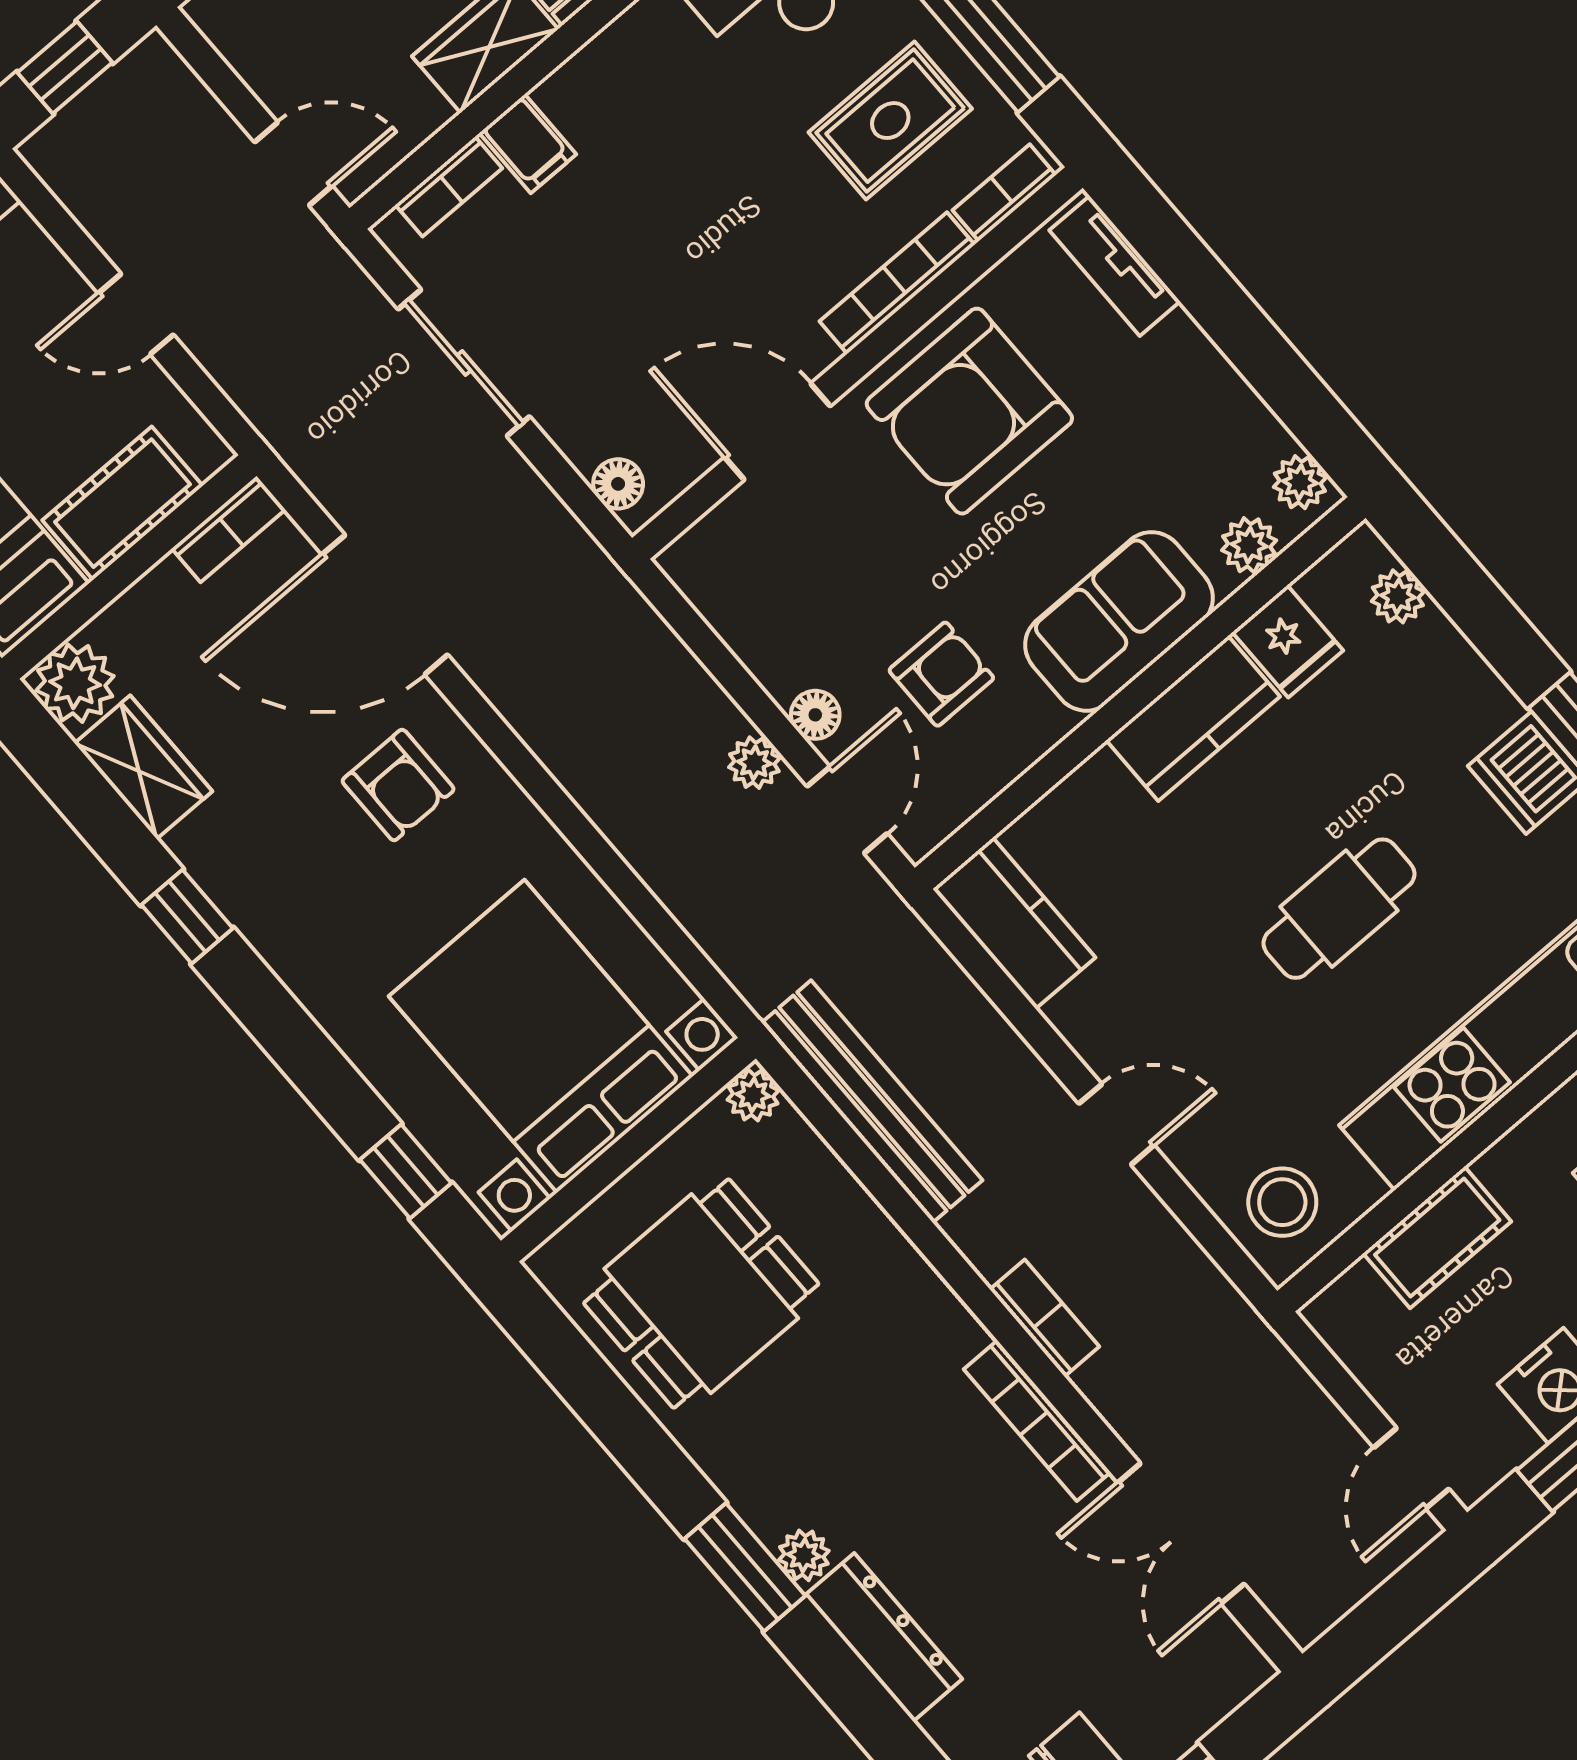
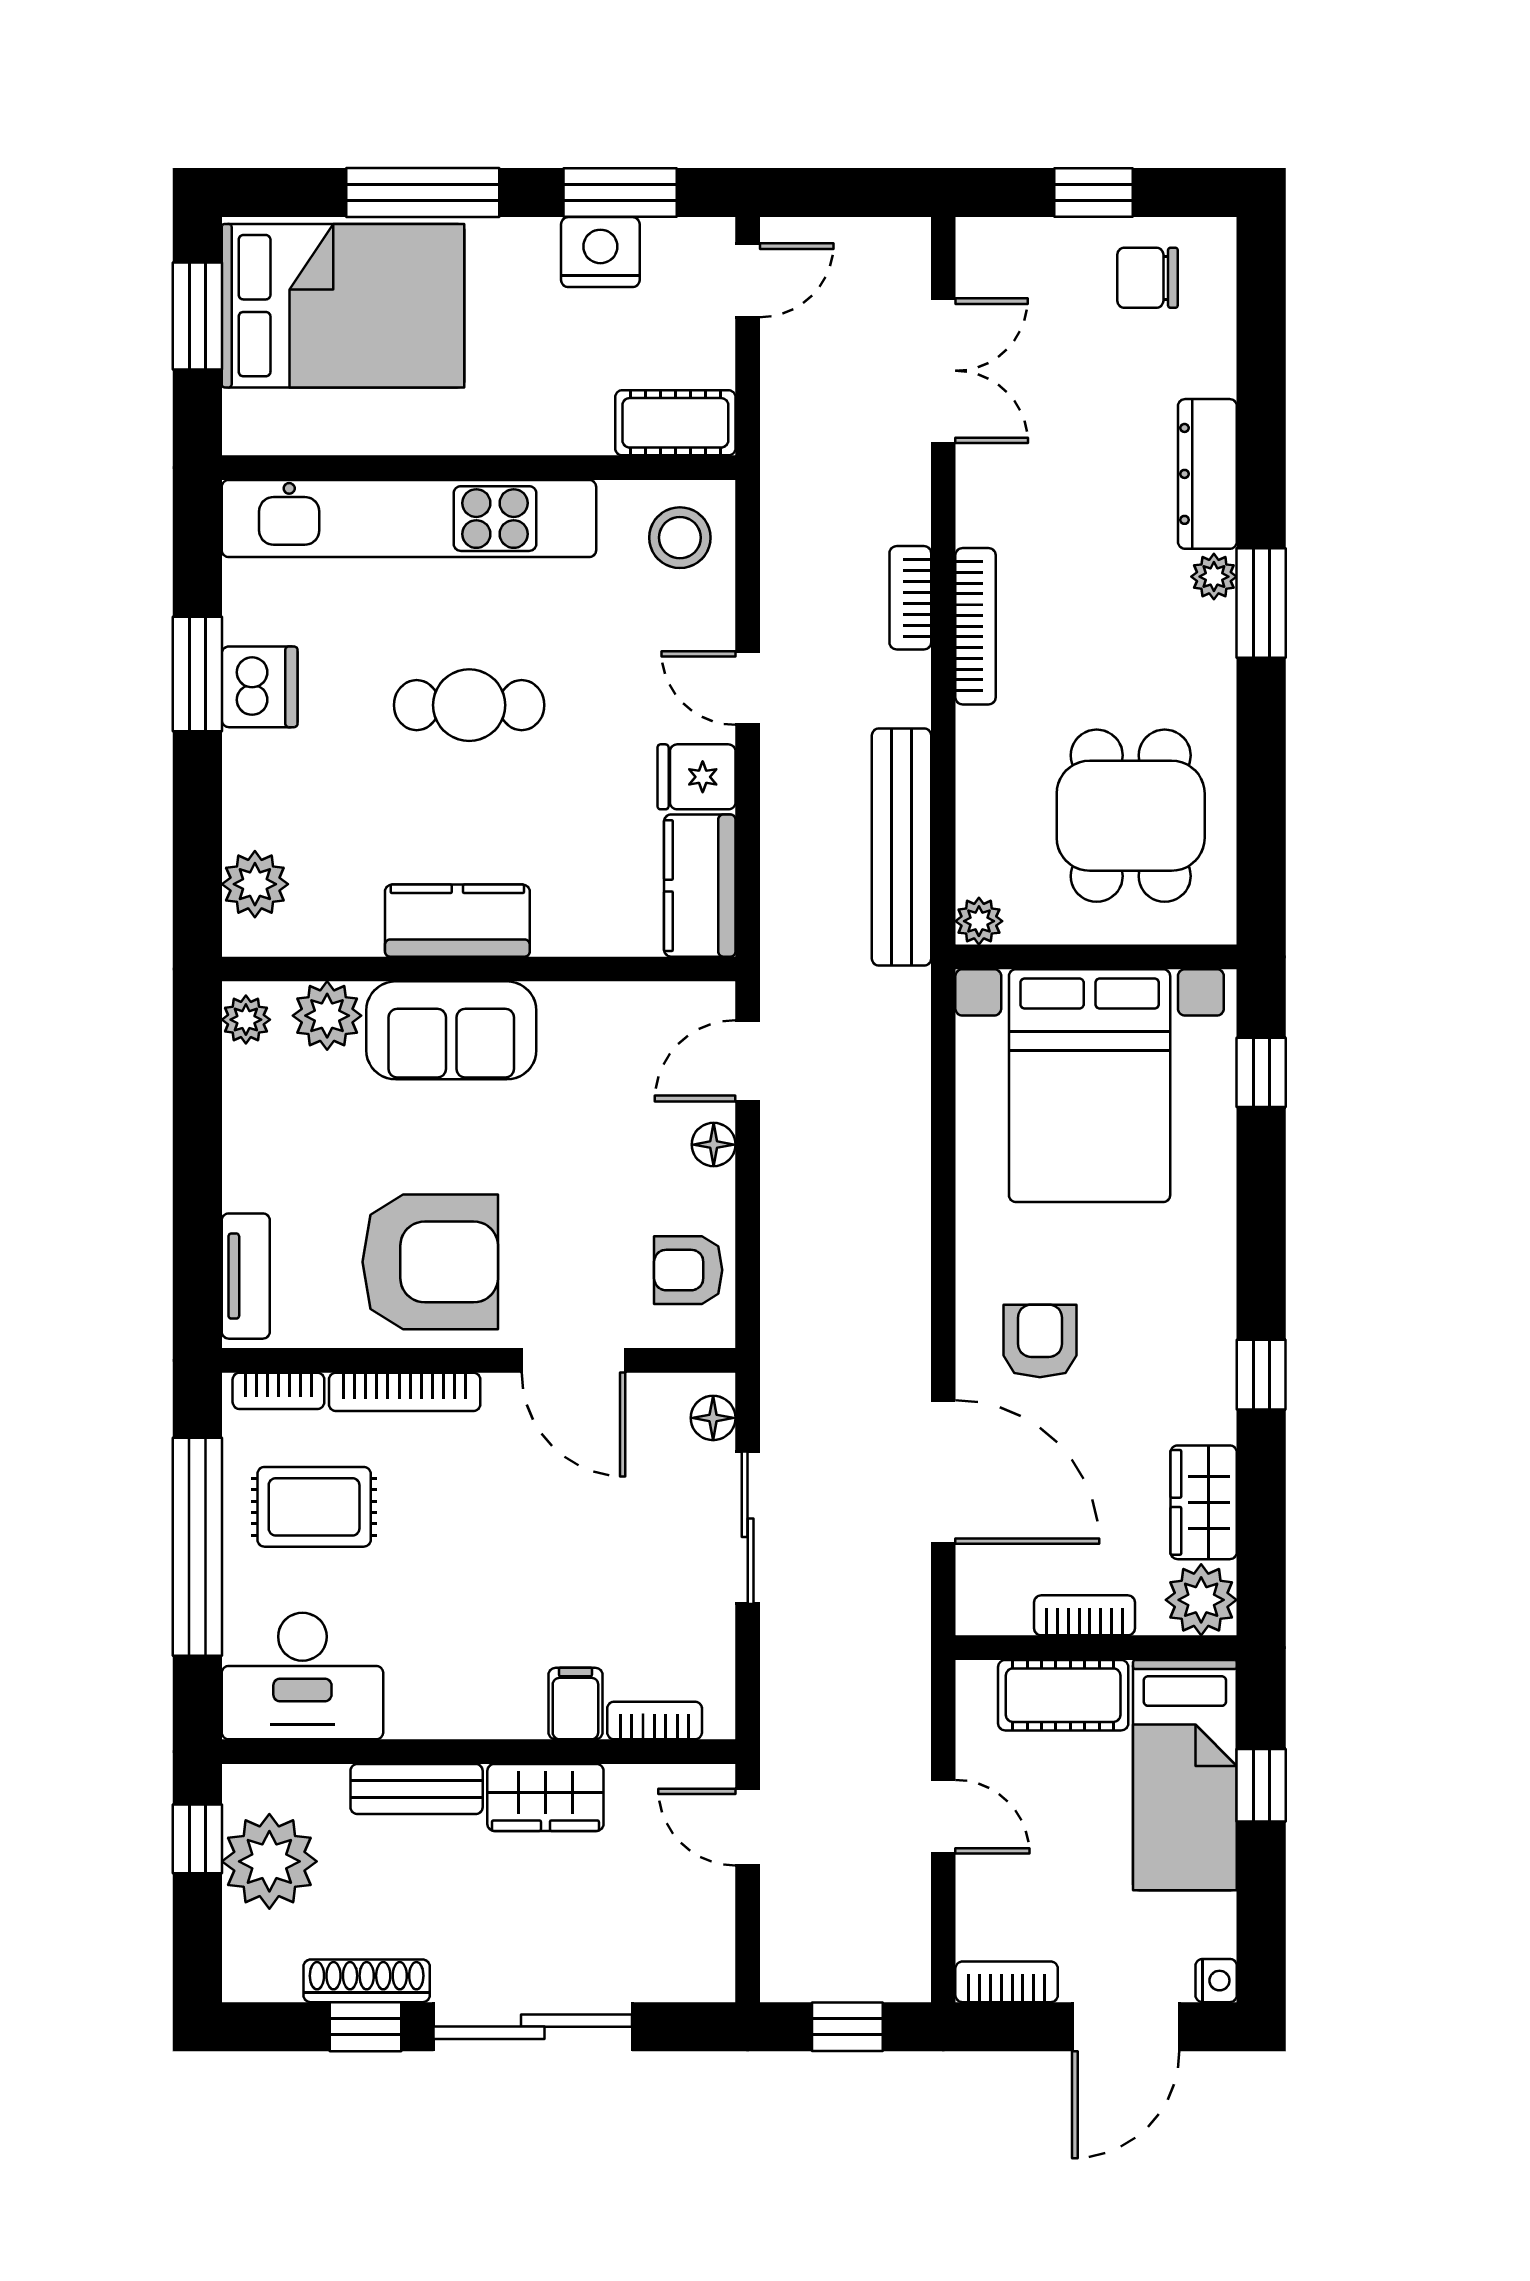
sliding door: (464, 363) -> (748, 1528), moved
bookcase: (229, 529) -> (1084, 1615), moved
plant: (1249, 545) -> (327, 1016), width x1.38, depth x1.38
plant: (1398, 596) -> (255, 884), width x1.38, depth x1.38
fridge: (1288, 641) -> (697, 777), moved, turned -90
armchair: (941, 674) -> (688, 1270), moved
plant: (754, 763) -> (783, 1147), removed
cot: (1437, 1237) -> (675, 423), moved
dining table: (701, 1294) -> (1131, 816), turned 90
bookcase: (1037, 1421) -> (976, 626), moved

